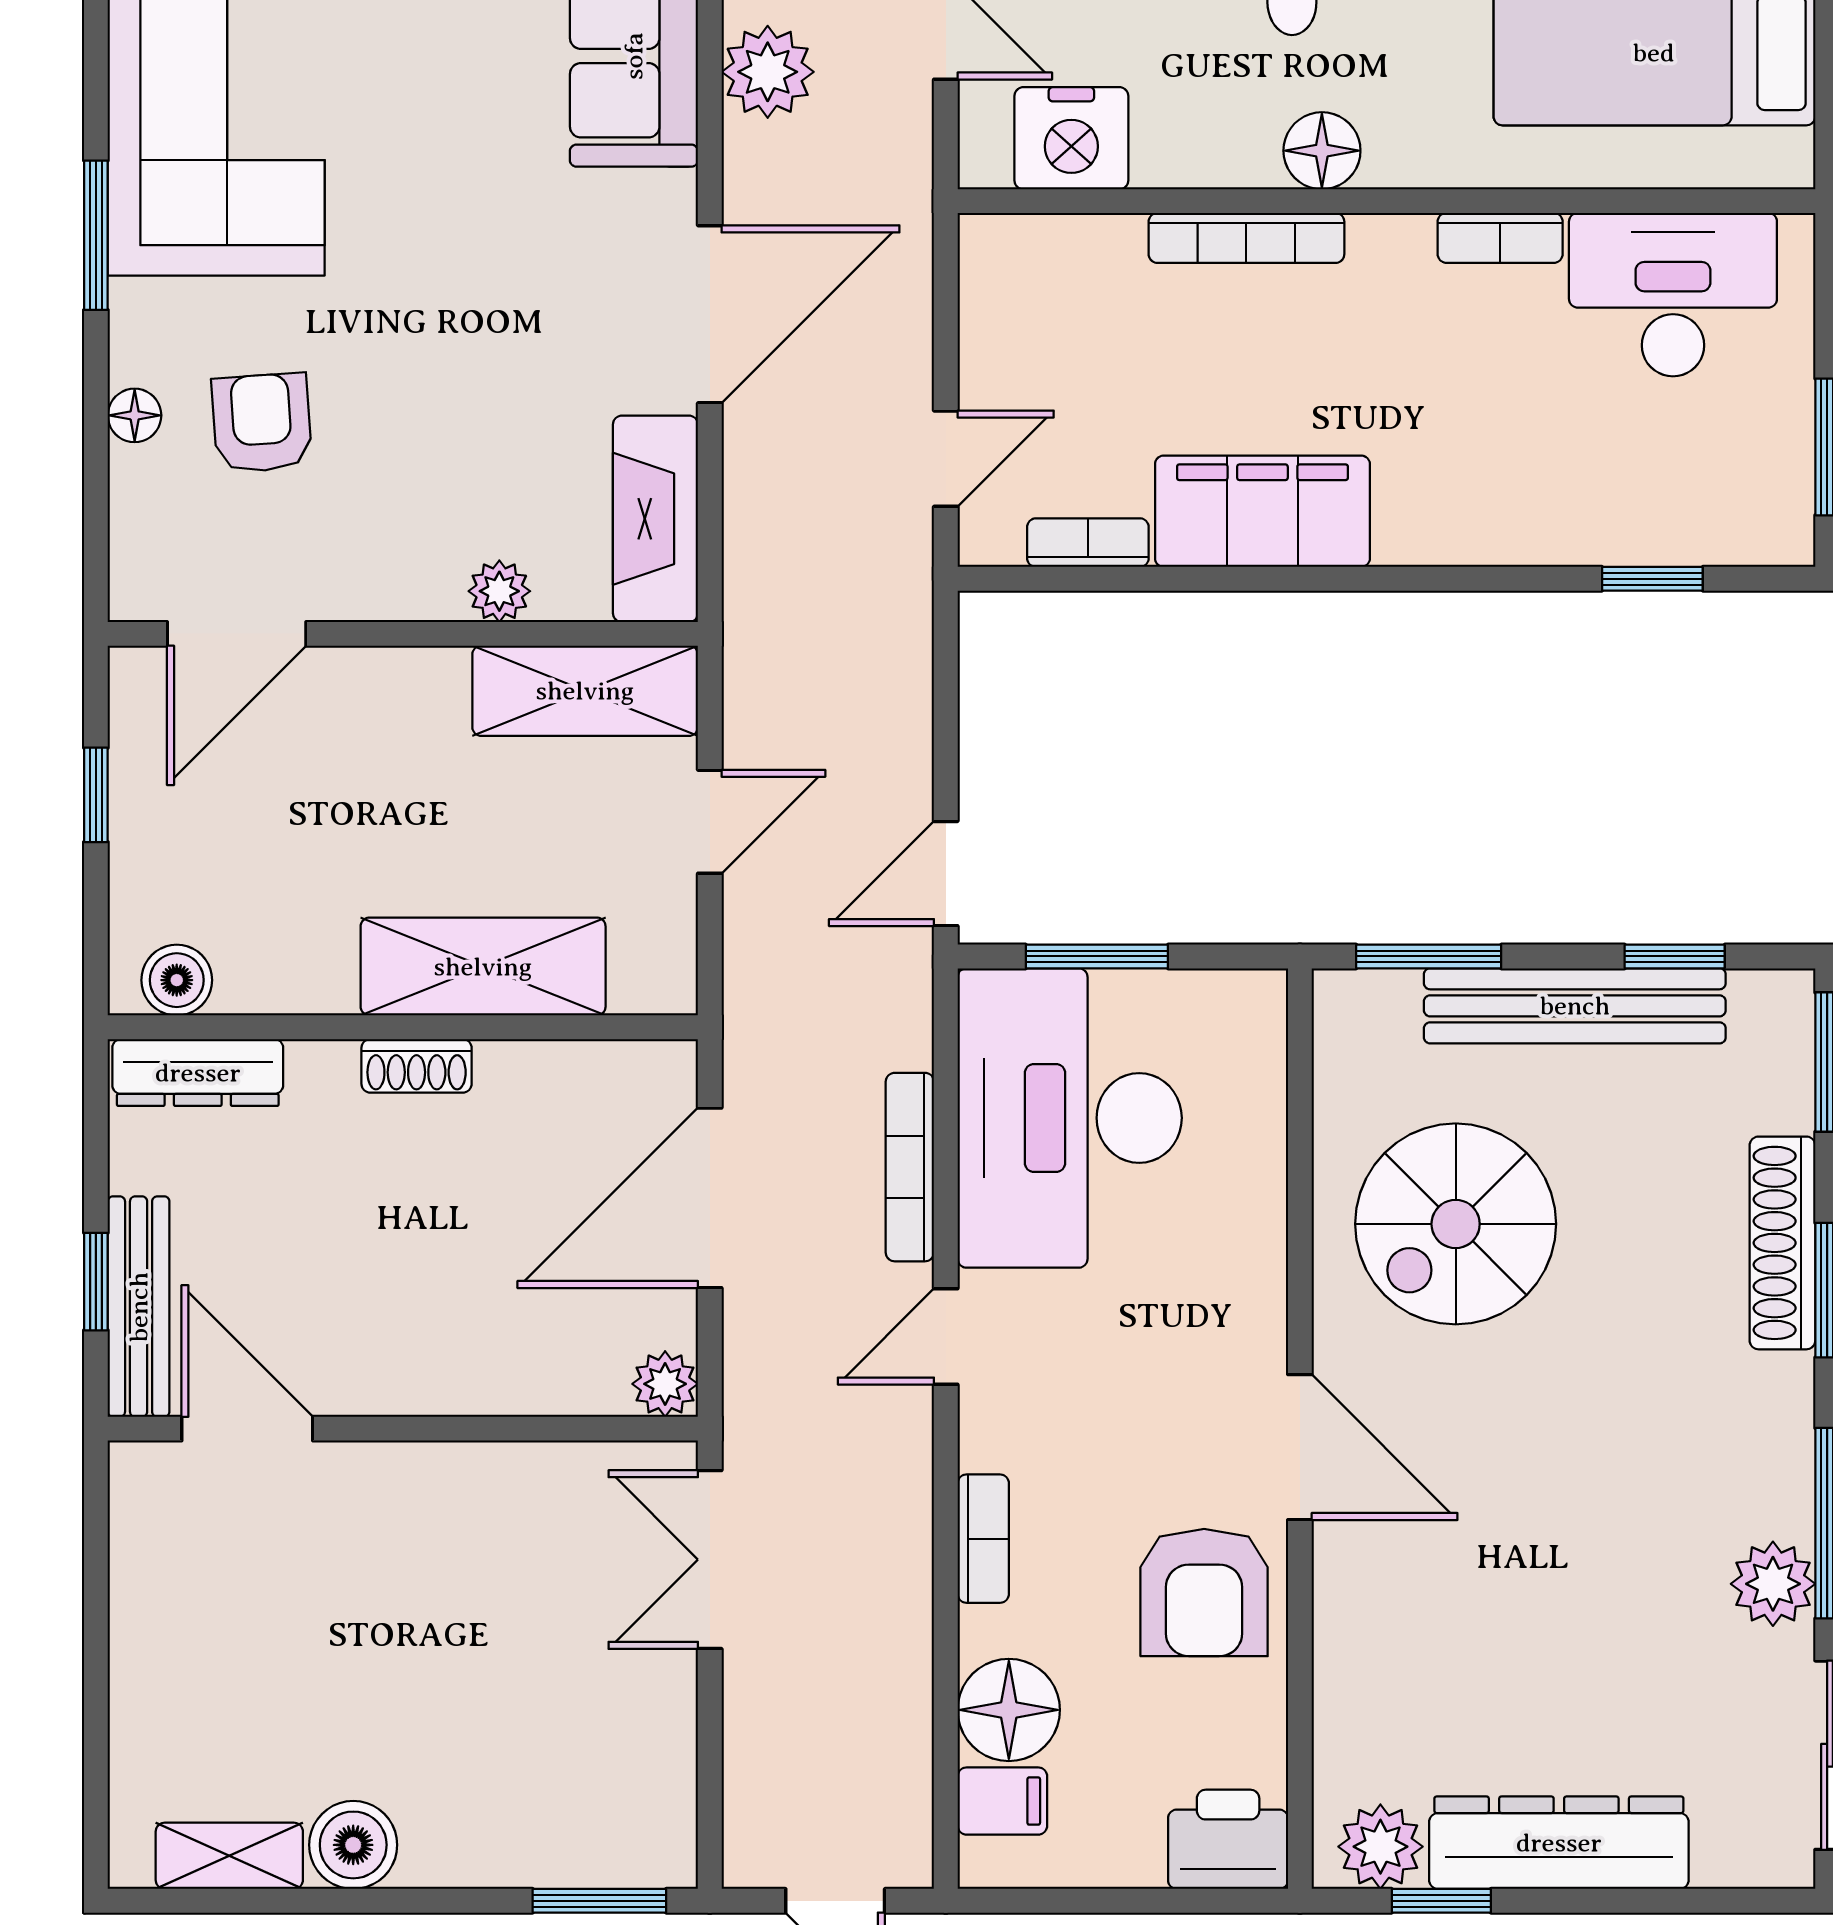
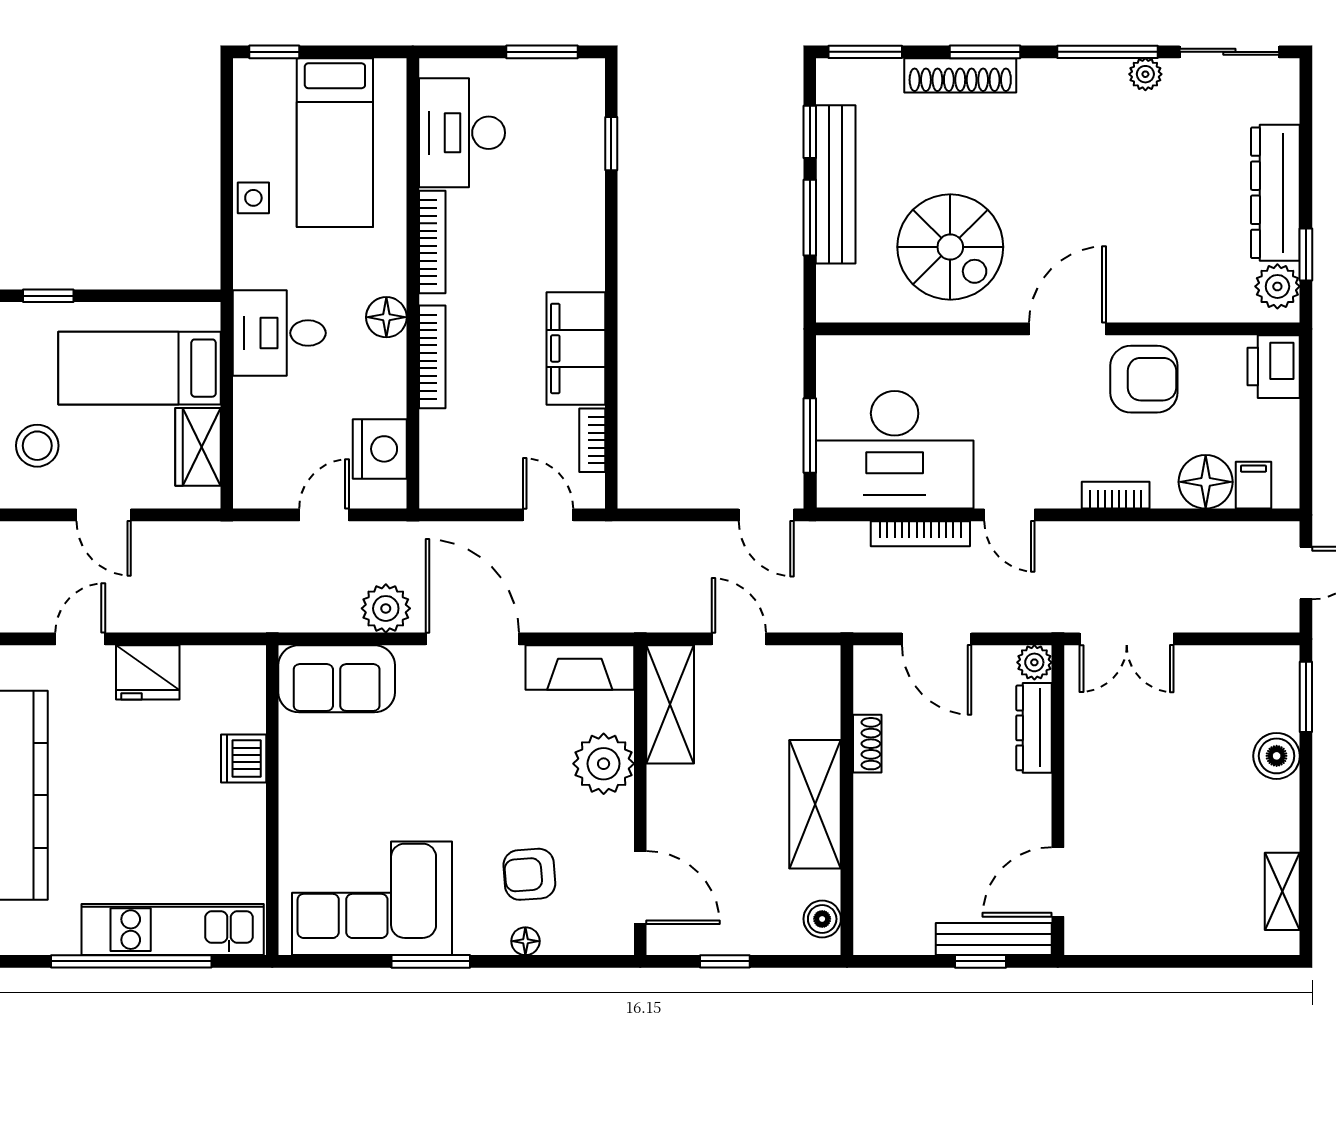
plant: (768, 72) -> (386, 608), moved
bookcase: (1500, 238) -> (432, 242), width x1.56
plant: (499, 591) -> (604, 764), width x1.87, depth x1.87
window: (1429, 956) -> (810, 218), moved
shelving: (483, 967) -> (815, 804), moved
shoe rack: (417, 1066) -> (867, 744), moved
dresser: (198, 1073) -> (1034, 728), moved, turned 180
door: (710, 1198) -> (937, 639), width x0.73
plant: (1773, 1584) -> (1145, 74), width x0.73, depth x0.73
boiler: (353, 1845) -> (1277, 756), moved

